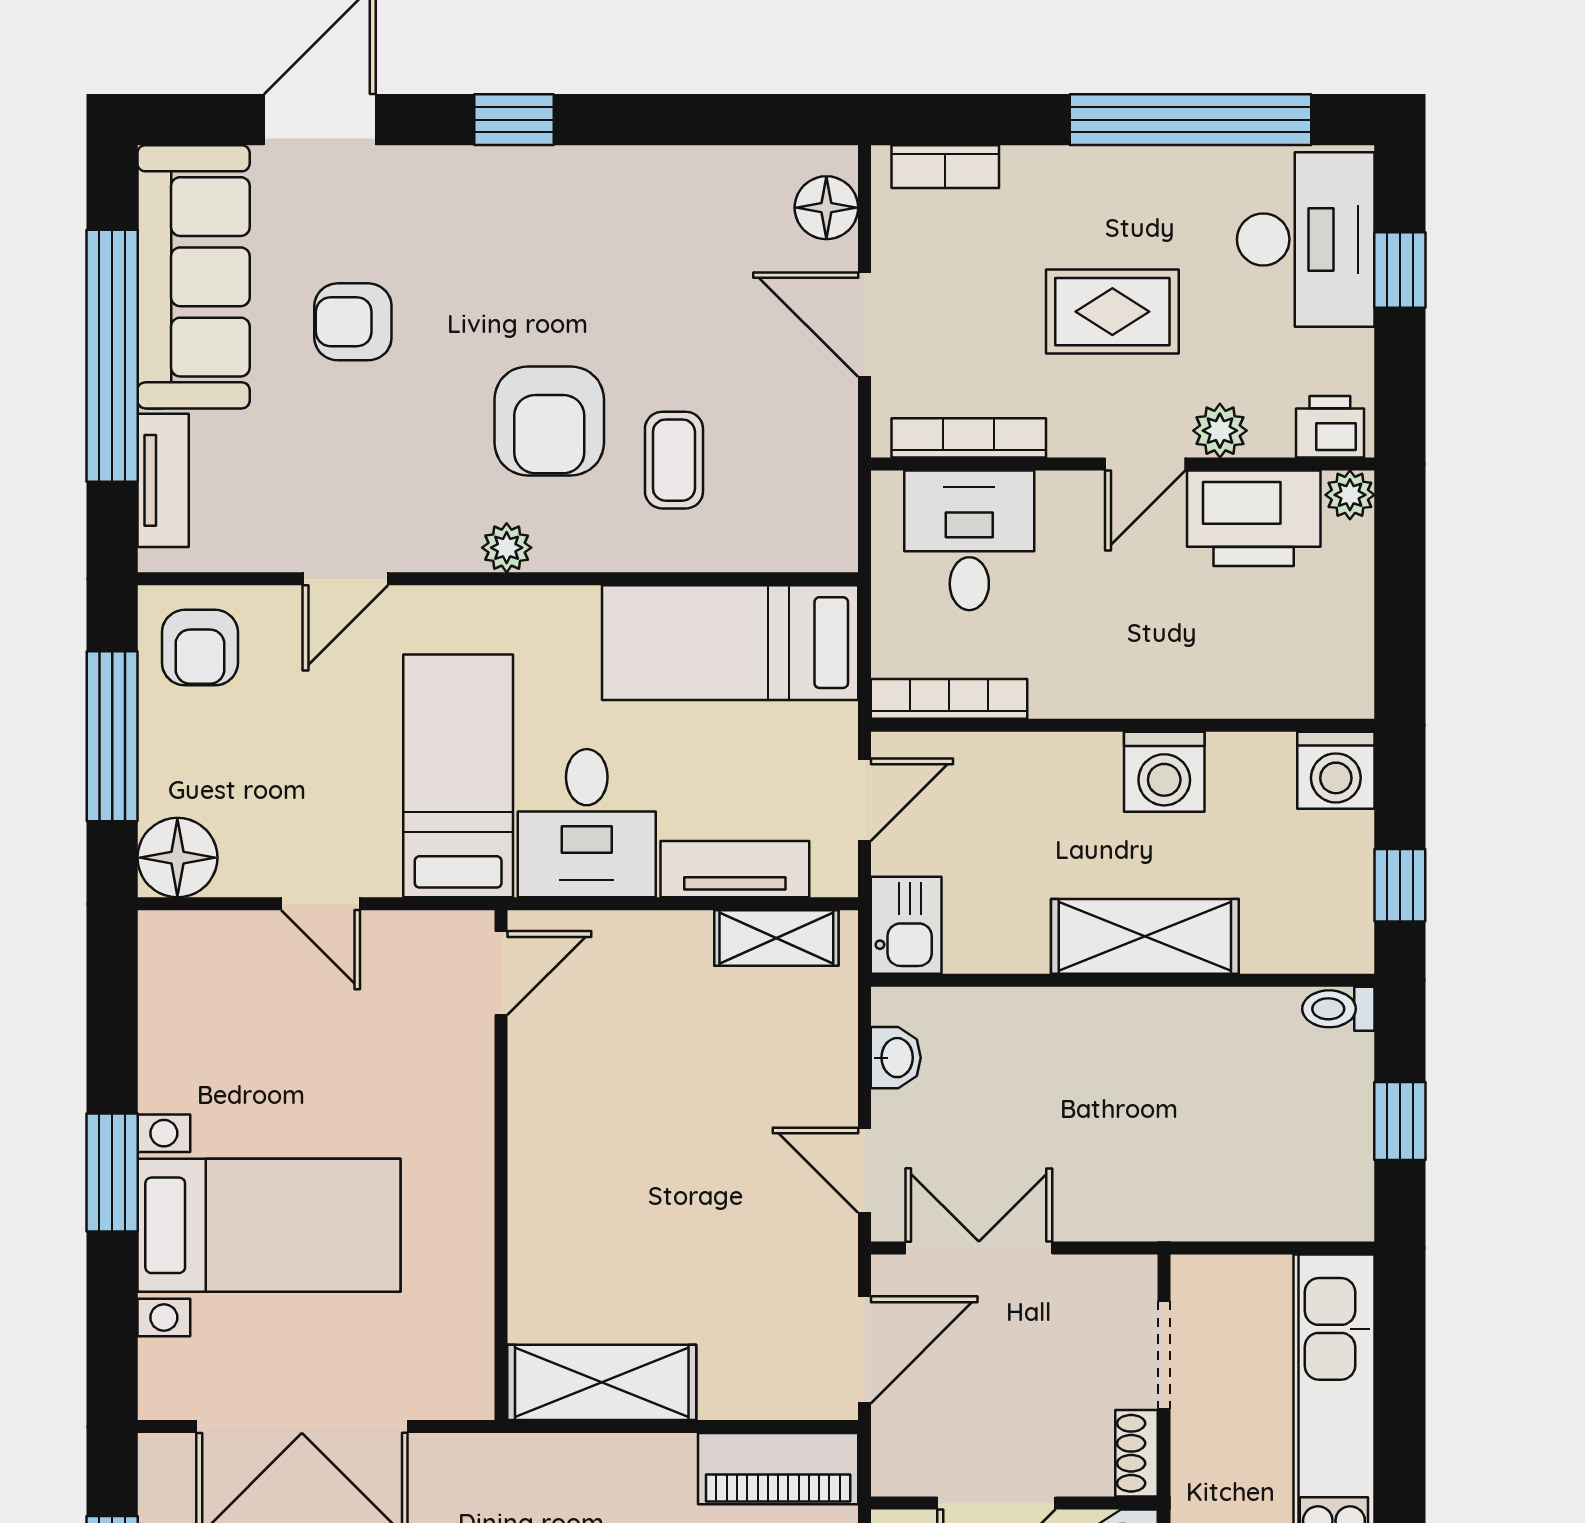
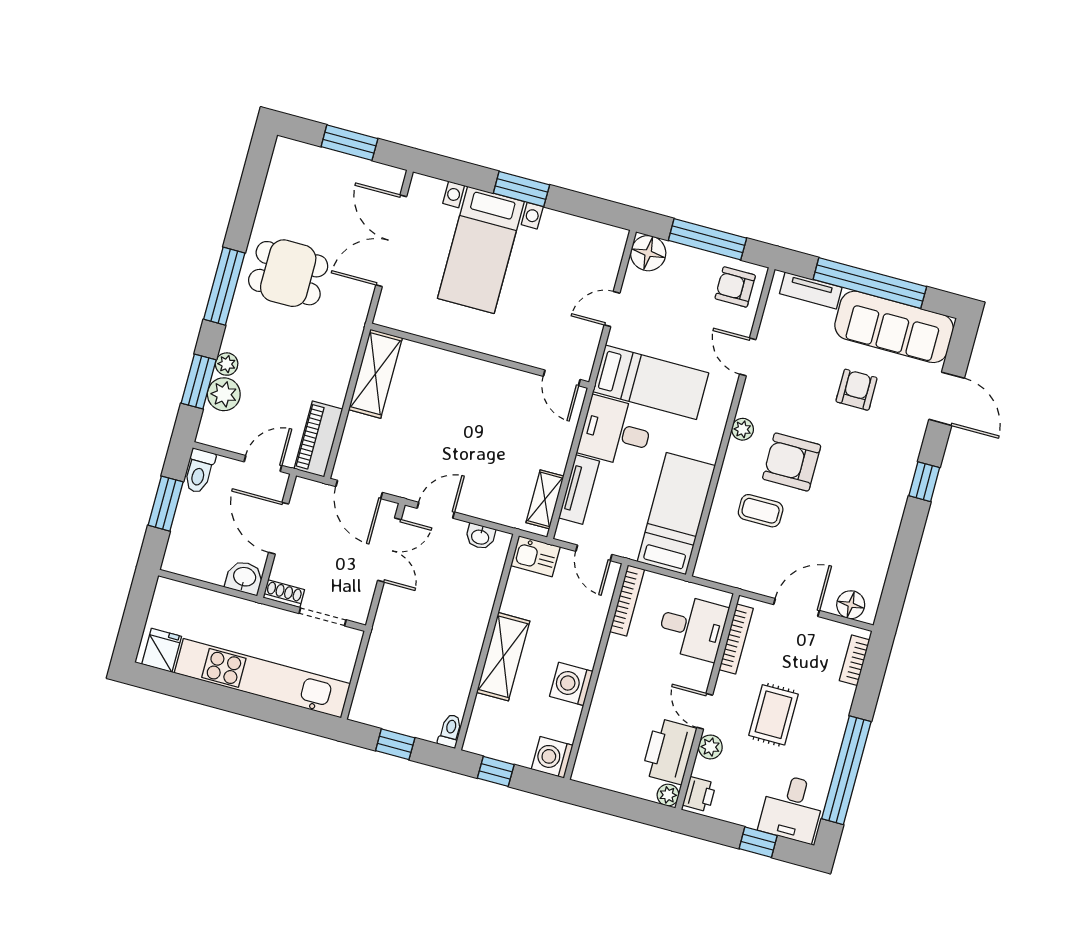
desk: (1306, 239) -> (792, 808), width x0.73

